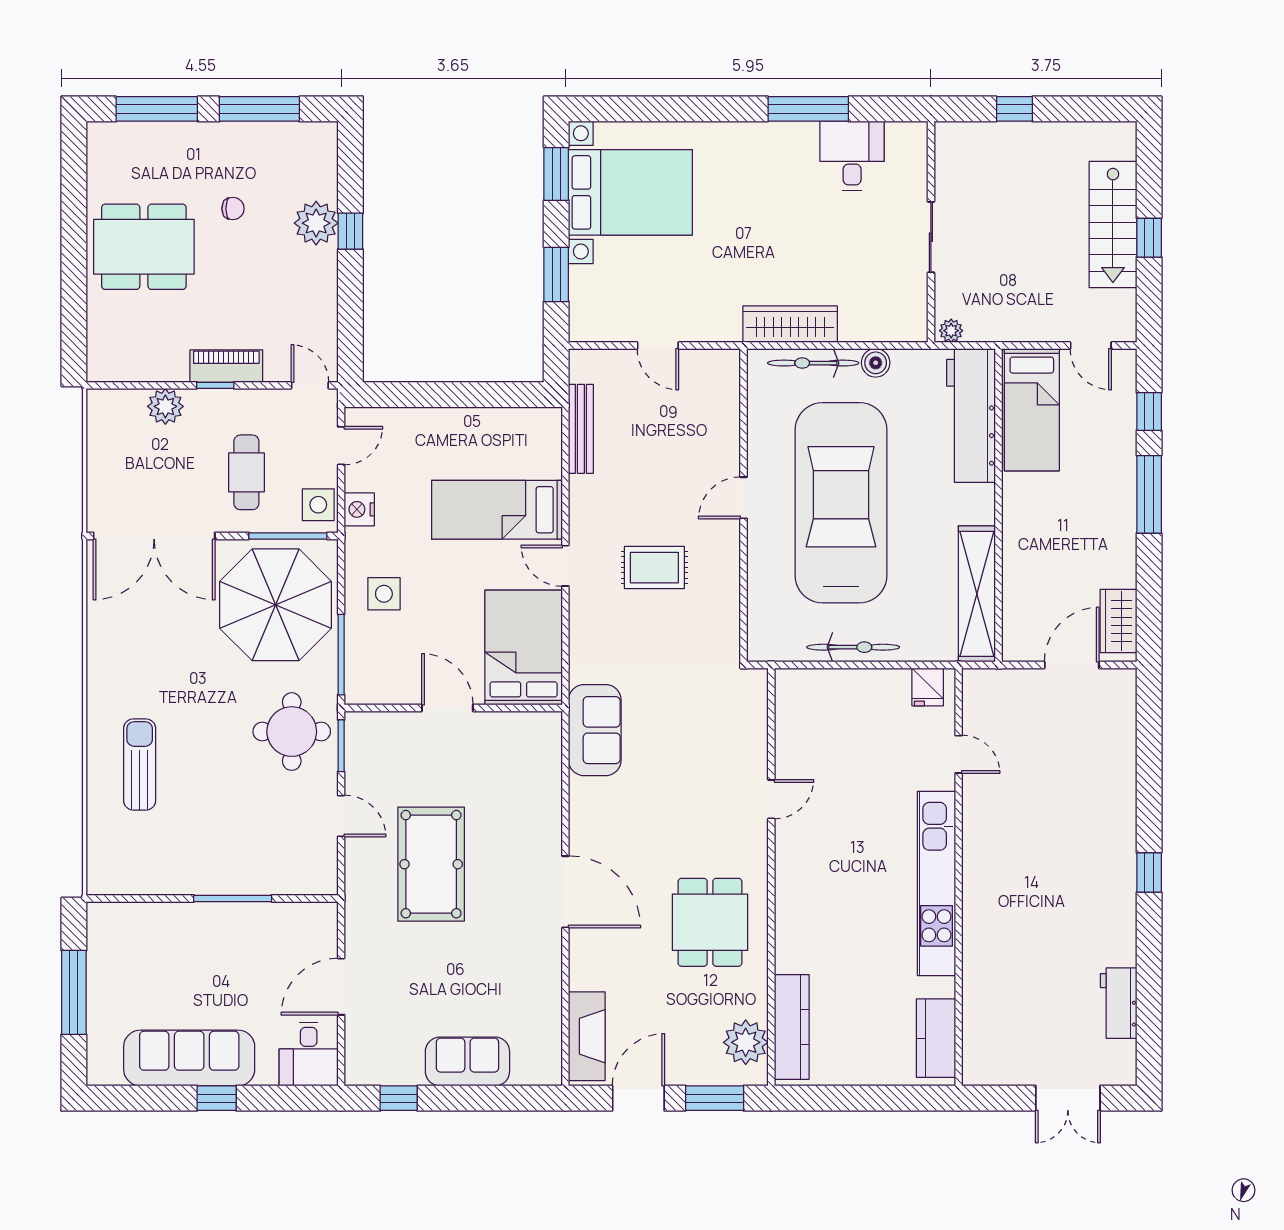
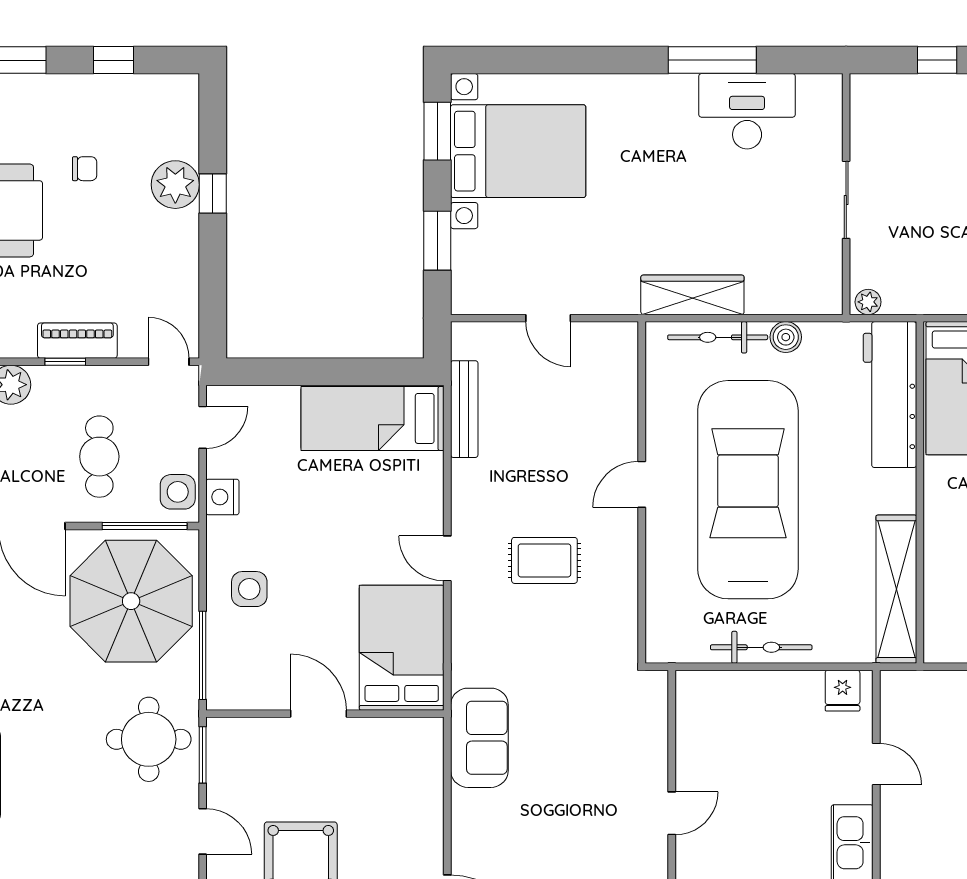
window: (259, 109) -> (113, 60), width x0.46
desk: (852, 156) -> (747, 111), width x1.37
bed: (497, 510) -> (373, 418), moved

